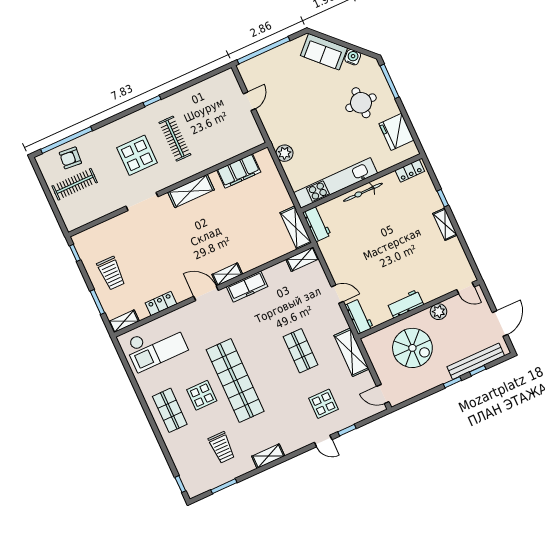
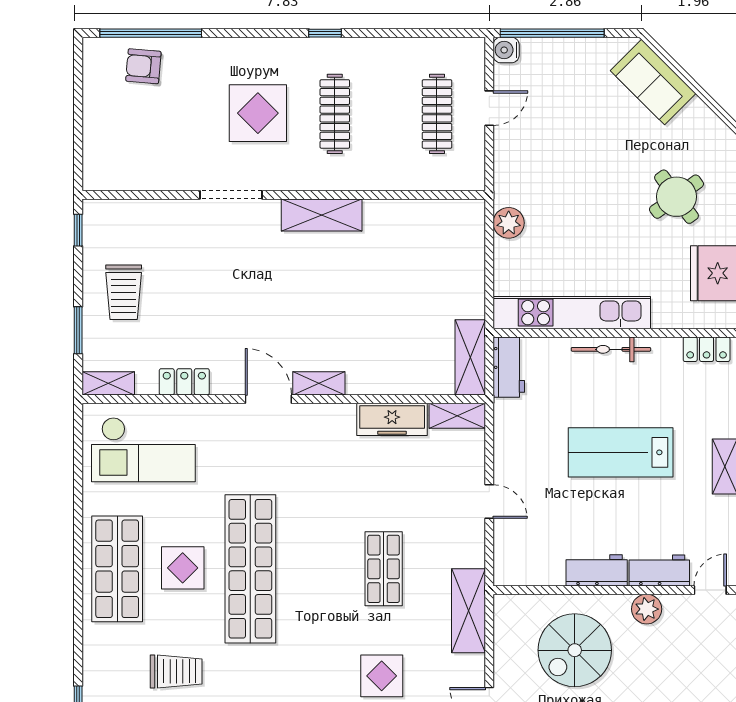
water cooler: (353, 57) -> (506, 50), moved, turned -135
round table: (361, 103) -> (676, 197), turned -36
filing cabinet: (239, 171) -> (418, 218), removed
clothes rail: (75, 184) -> (437, 114), moved, turned 90
lab bench: (391, 241) -> (621, 452), added
freezer: (247, 287) -> (392, 419), moved
door: (465, 288) -> (710, 590), swing flipped
workbench: (359, 316) -> (659, 571), moved, turned -90
spiral stairs: (412, 348) -> (575, 650), turned 90
shop shelf: (170, 410) -> (117, 569), width x1.43, depth x1.36
trolley: (222, 447) -> (176, 671), turned -90

